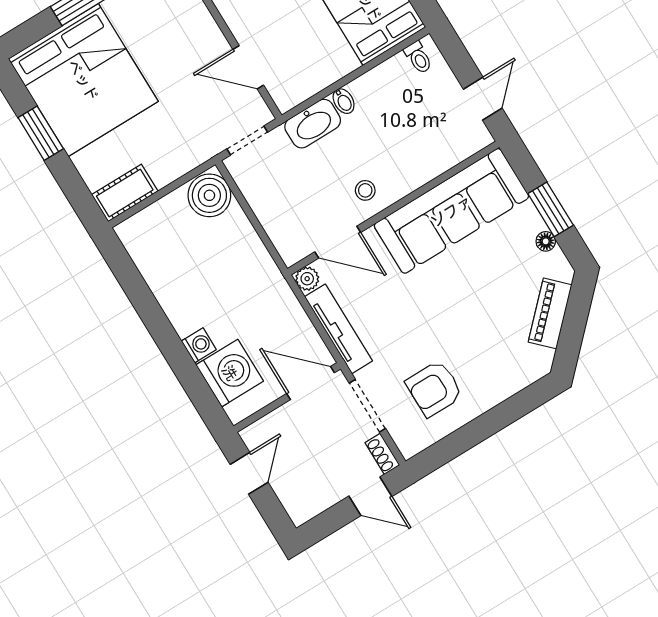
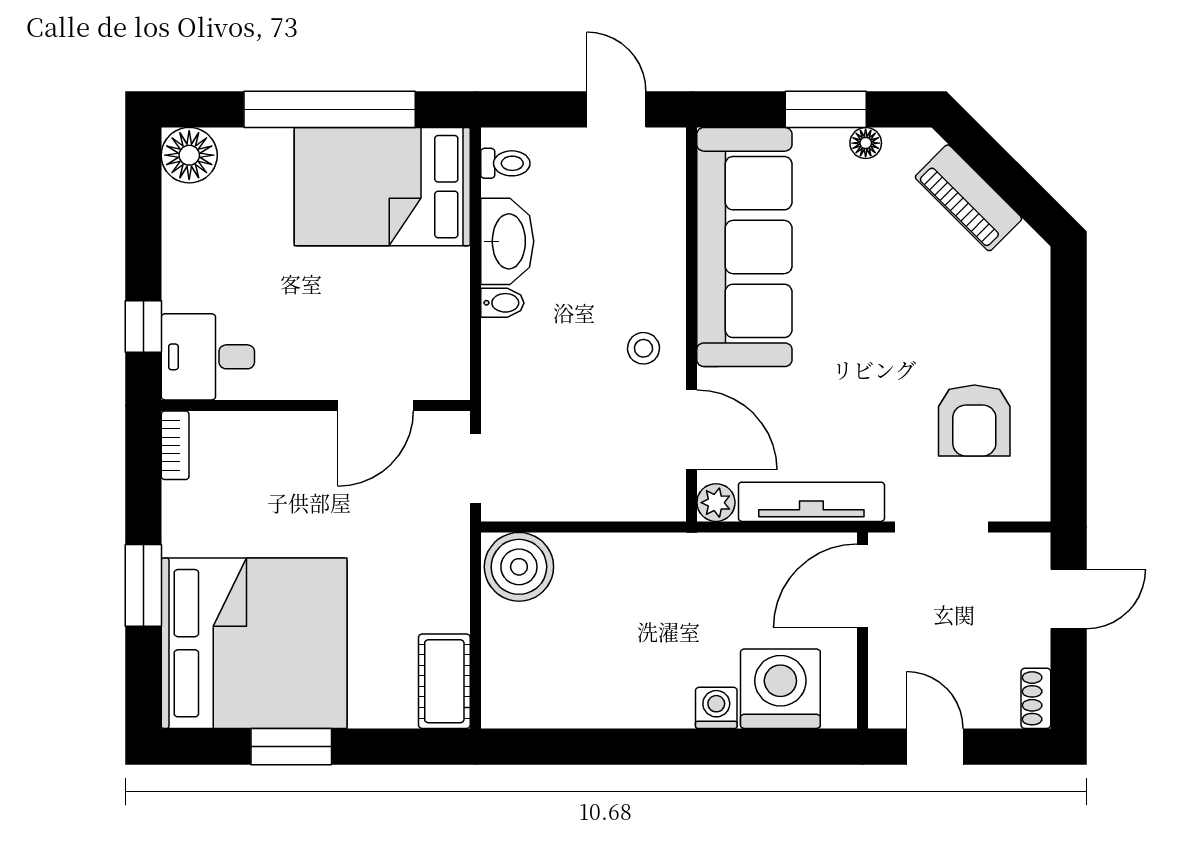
washbasin: (313, 124) -> (507, 241), moved
door: (338, 242) -> (691, 430), hinge flipped
shoe rack: (382, 454) -> (1036, 698), moved, turned 90

